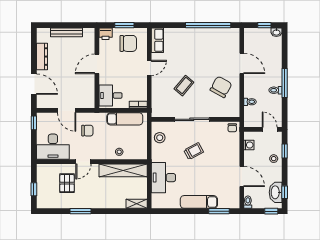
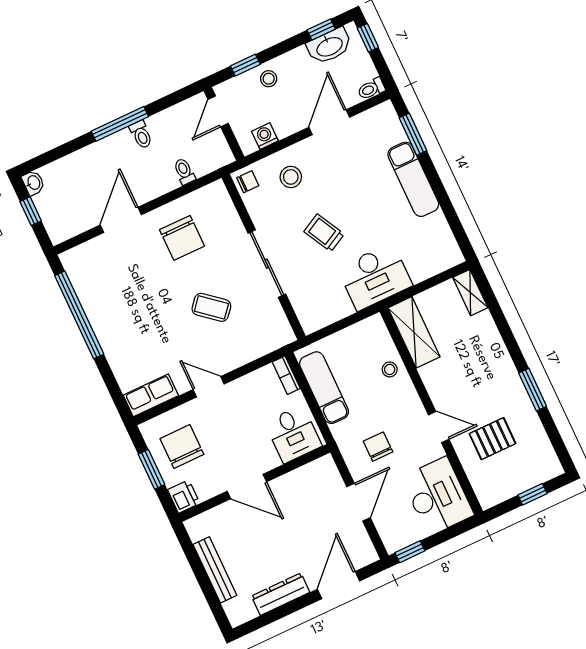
chair: (221, 87) -> (182, 238), turned -119
stool: (160, 138) -> (291, 177), moved
shelving: (123, 170) -> (414, 332), width x0.68
desk: (163, 178) -> (375, 277), moved

